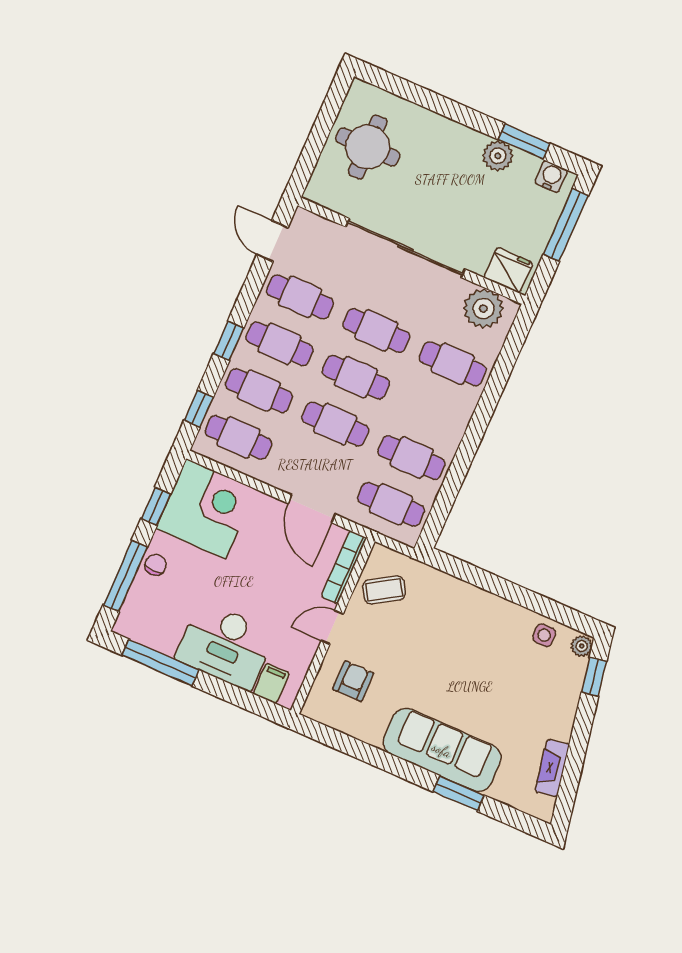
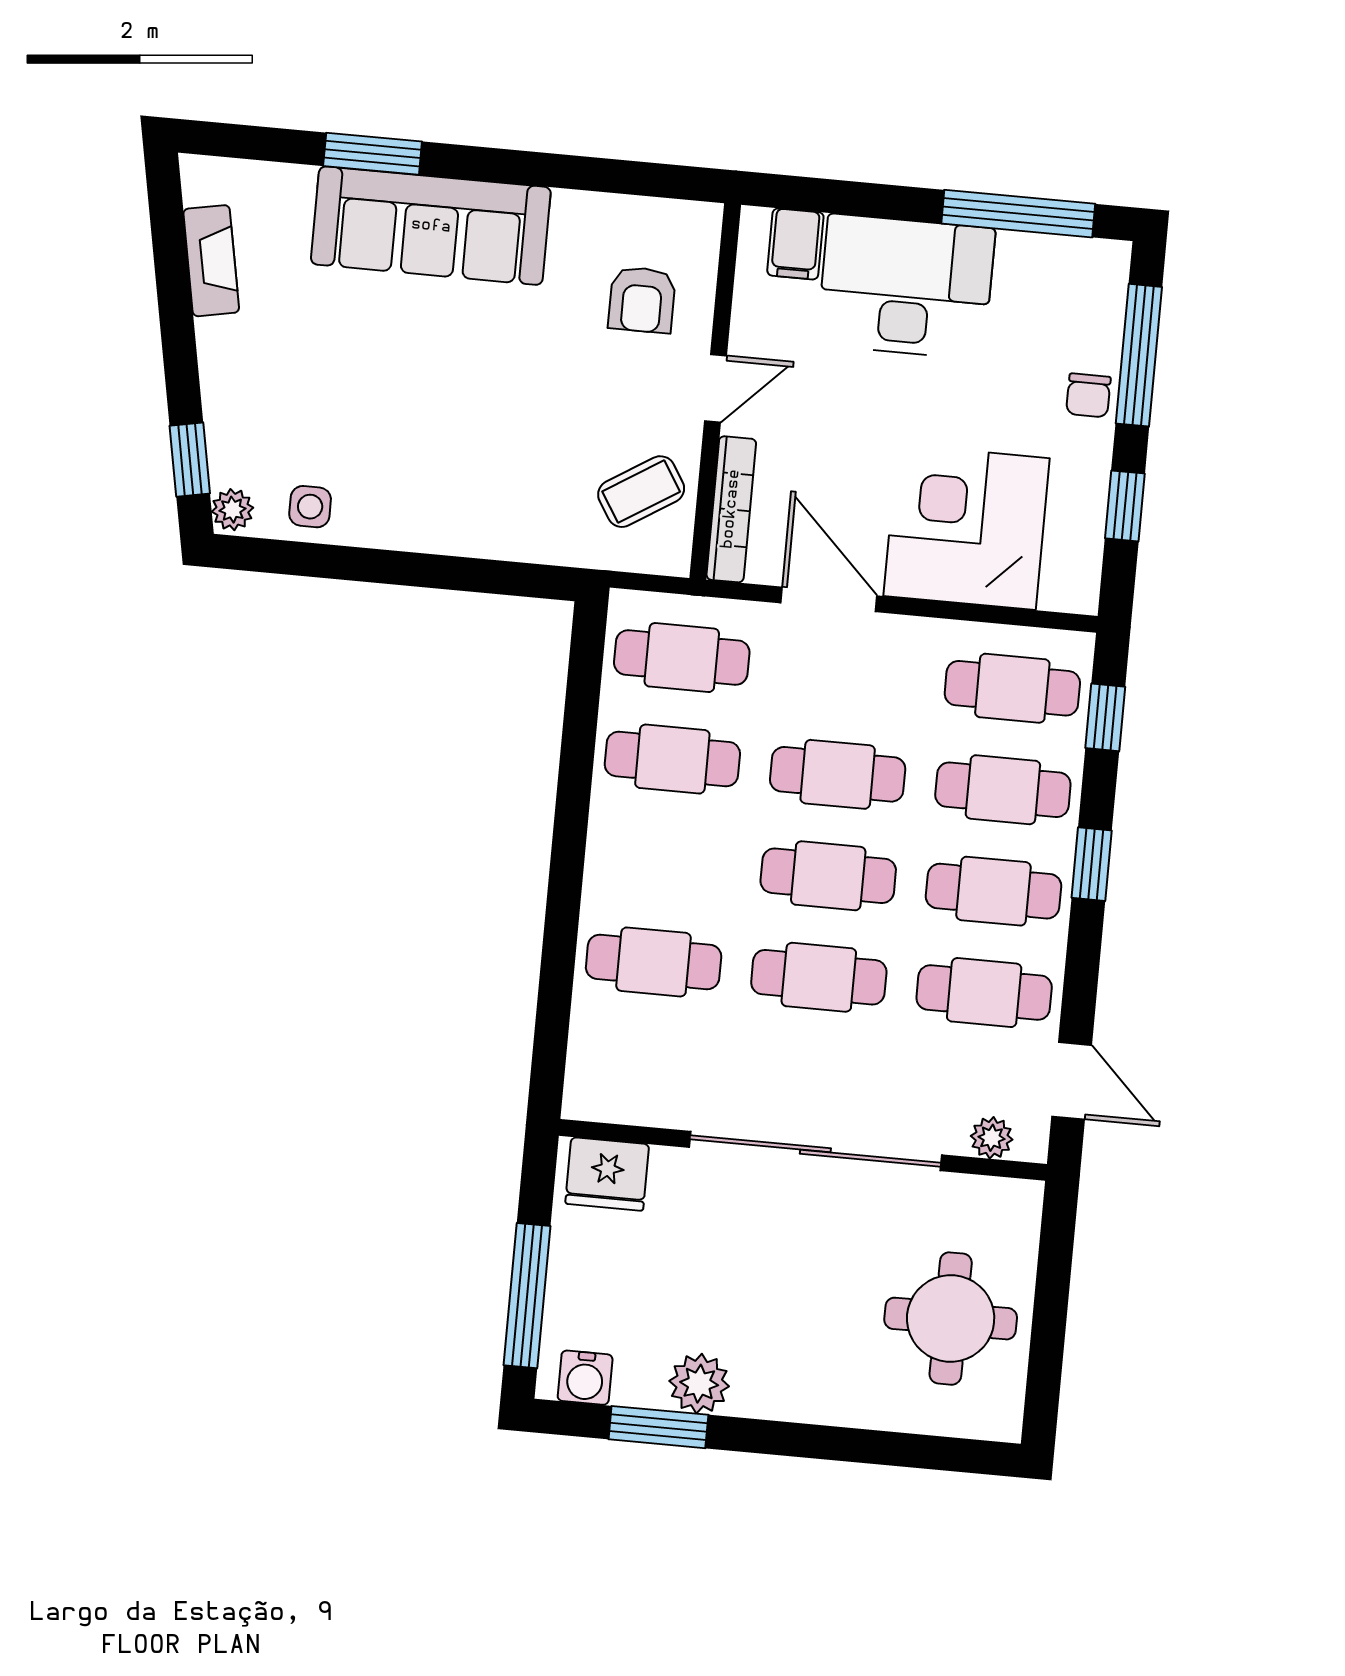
plant: (483, 309) -> (992, 1138), moved, width x0.53, depth x0.53
corner desk: (206, 509) -> (967, 527), moved, turned 90

